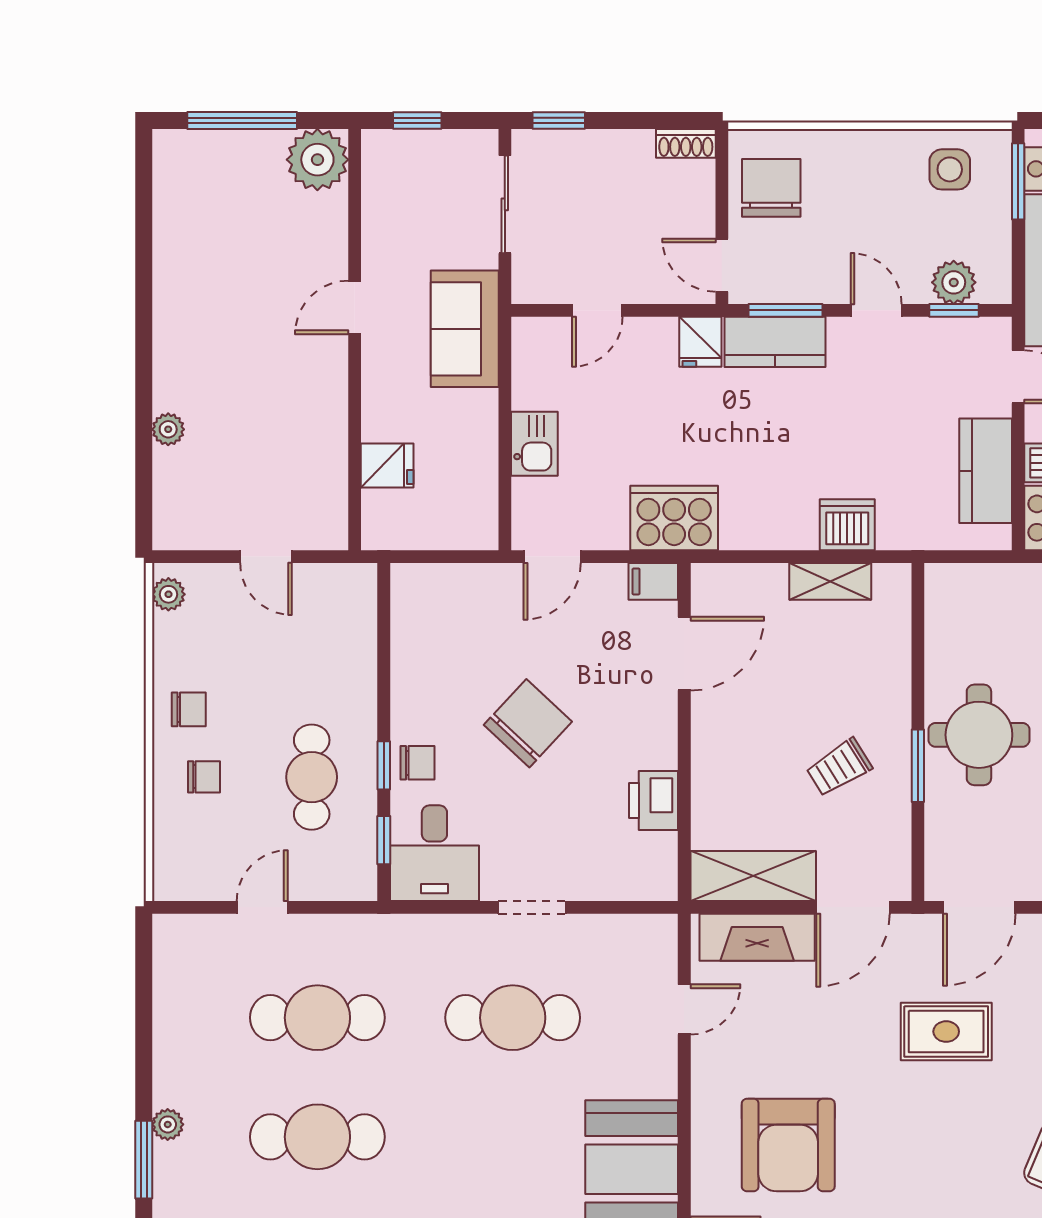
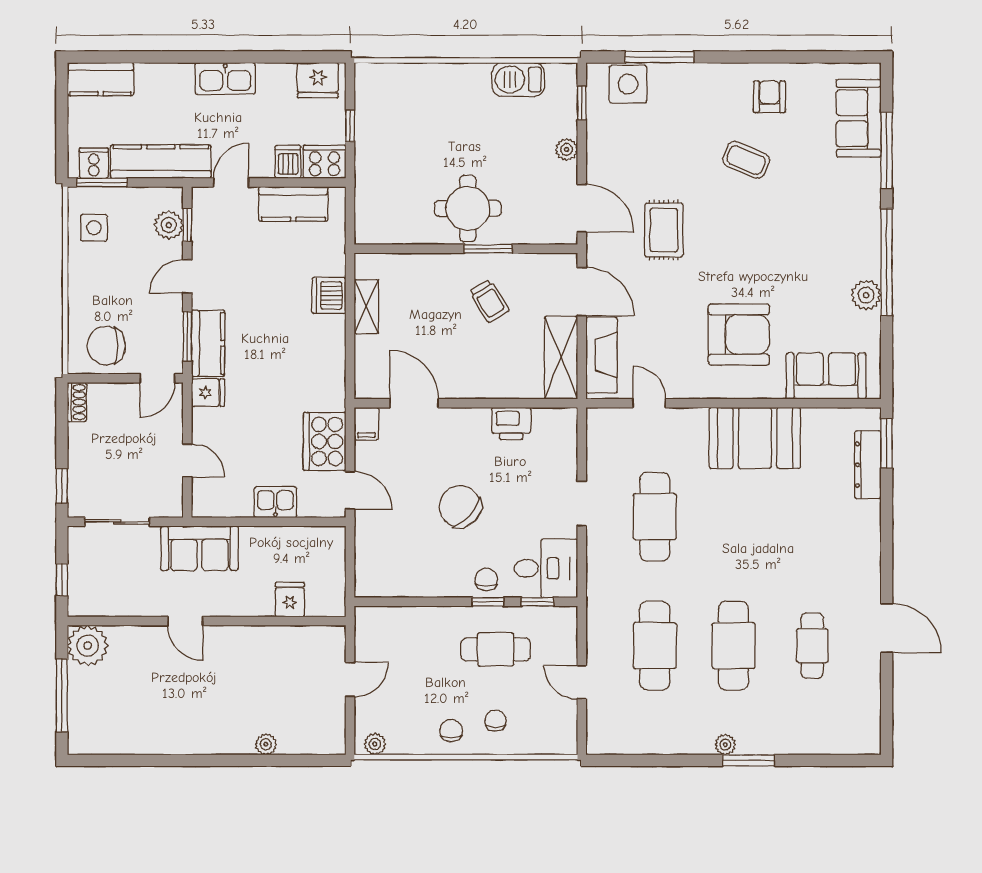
cooker: (674, 518) -> (325, 441), moved

